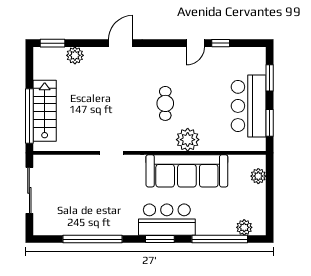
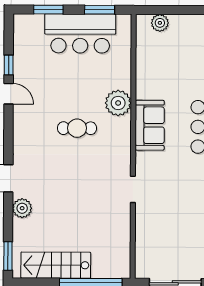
plant: (75, 55) -> (22, 208), moved
stairs: (45, 111) -> (56, 265), moved
sofa: (187, 171) -> (150, 125), width x0.54, depth x0.79

